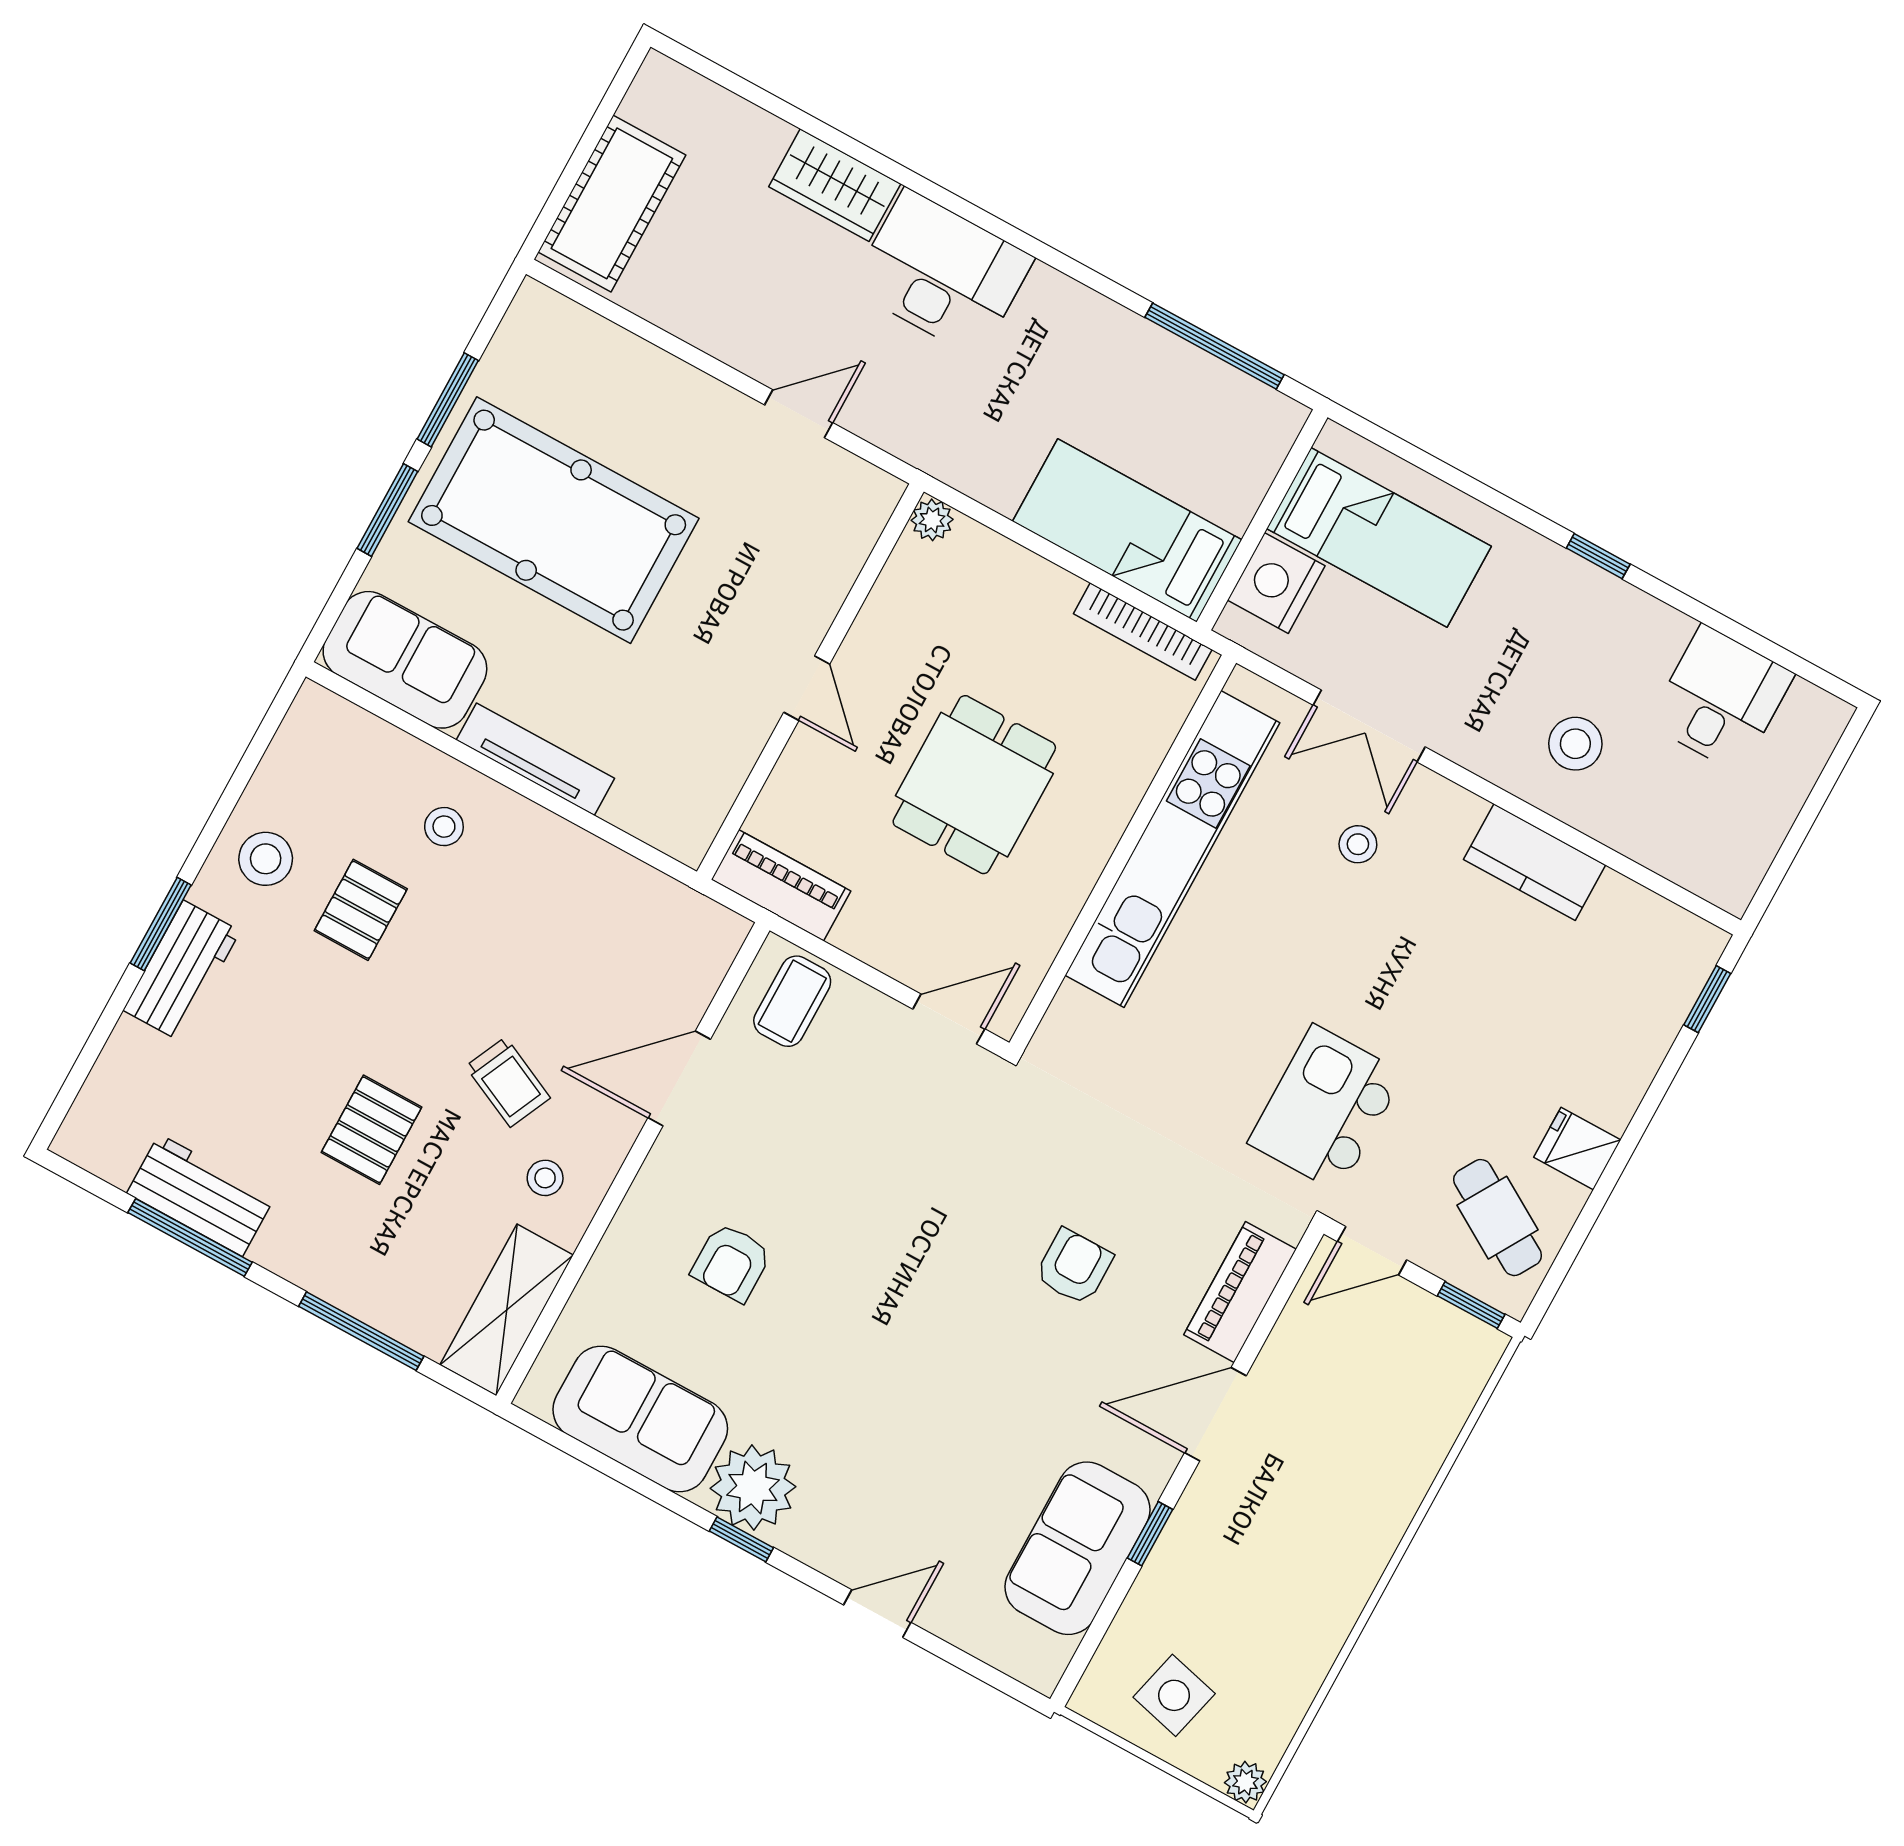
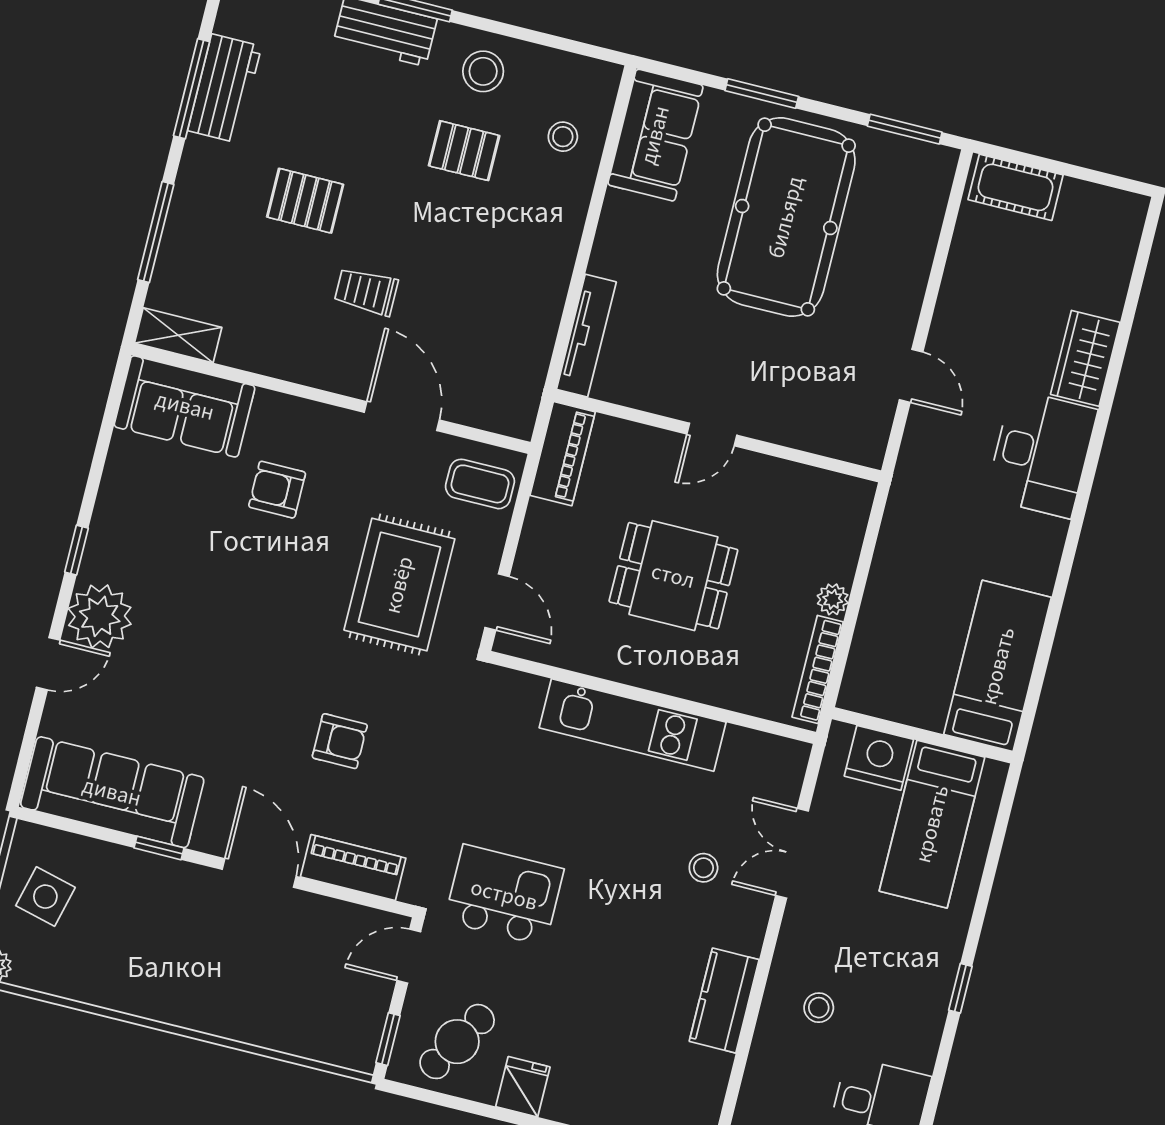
cot: (612, 203) -> (1016, 187), width x0.73, depth x0.75
window: (1215, 346) -> (1040, 667), removed
window: (448, 400) -> (905, 129), moved
plant: (932, 520) -> (833, 599), moved
bed: (1127, 531) -> (998, 666), moved
stool: (1575, 744) -> (819, 1008), width x0.73, depth x0.73
tv unit: (535, 759) -> (586, 336), moved
stool: (444, 827) -> (563, 137), moved
kitchen unit: (1172, 849) -> (633, 725), width x0.73
trolley: (508, 1082) -> (366, 291), turned 65
rug: (894, 1138) -> (399, 585), added
stool: (545, 1178) -> (303, 337), removed
door: (1372, 1251) -> (409, 956), hinge flipped
shelving: (507, 1310) -> (178, 335), width x0.67, depth x0.75
sofa: (640, 1419) -> (185, 406), moved, turned 90
plant: (753, 1487) -> (100, 616), moved
sofa: (1078, 1548) -> (112, 792), width x1.36
door: (877, 1614) -> (48, 664), hinge flipped

